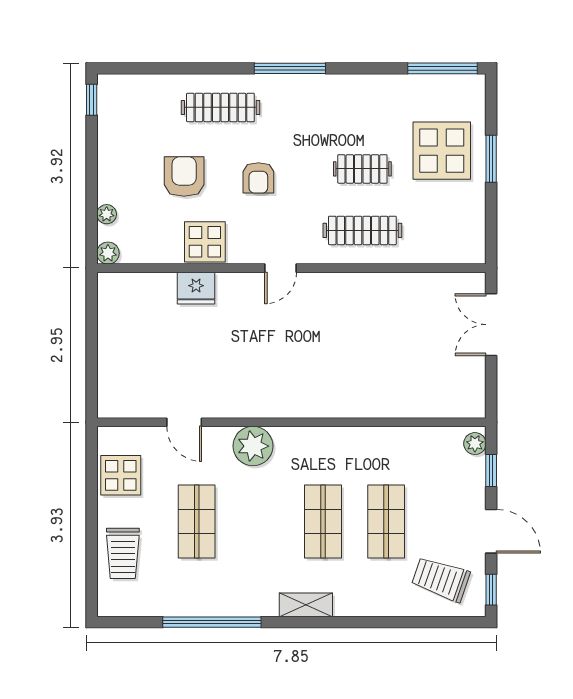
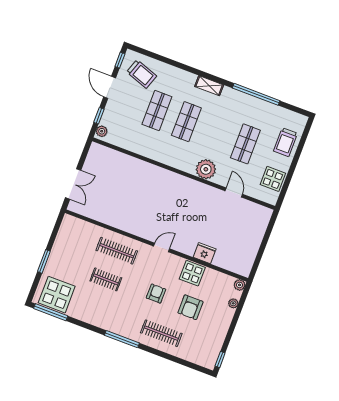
display table: (442, 151) -> (57, 295), moved
trolley: (123, 553) -> (286, 142), turned 180

